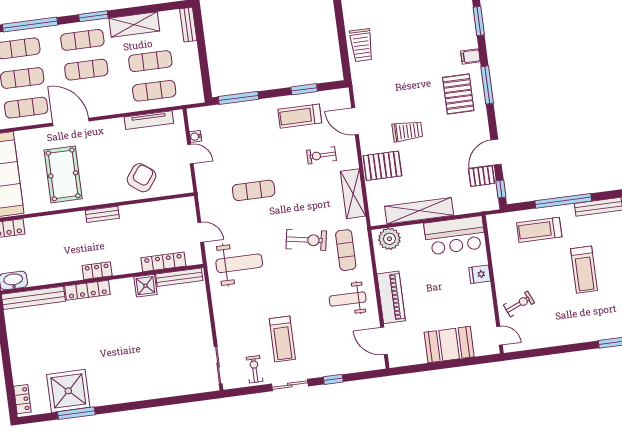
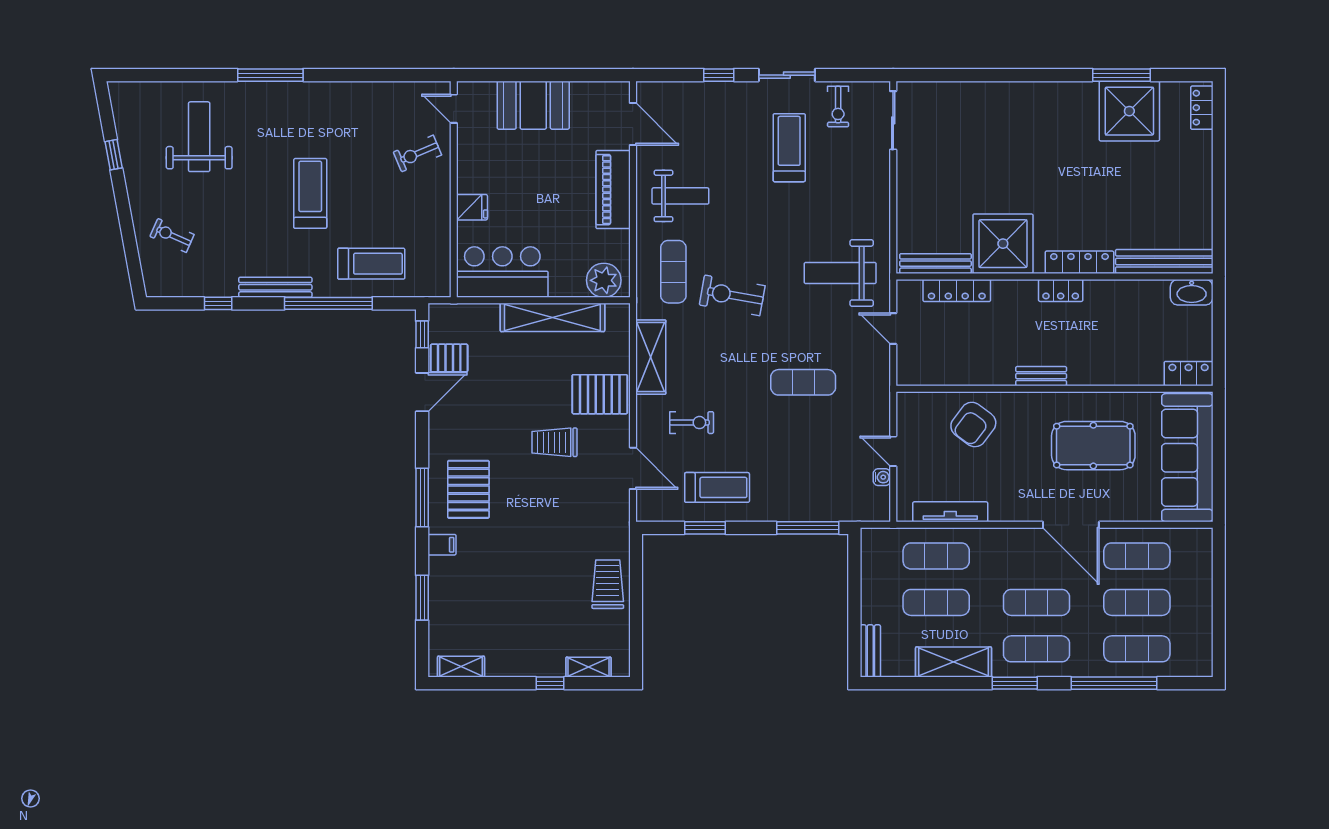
pool table: (63, 174) -> (1093, 446), turned 90
shower: (145, 286) -> (1003, 244), width x1.86, depth x1.86

